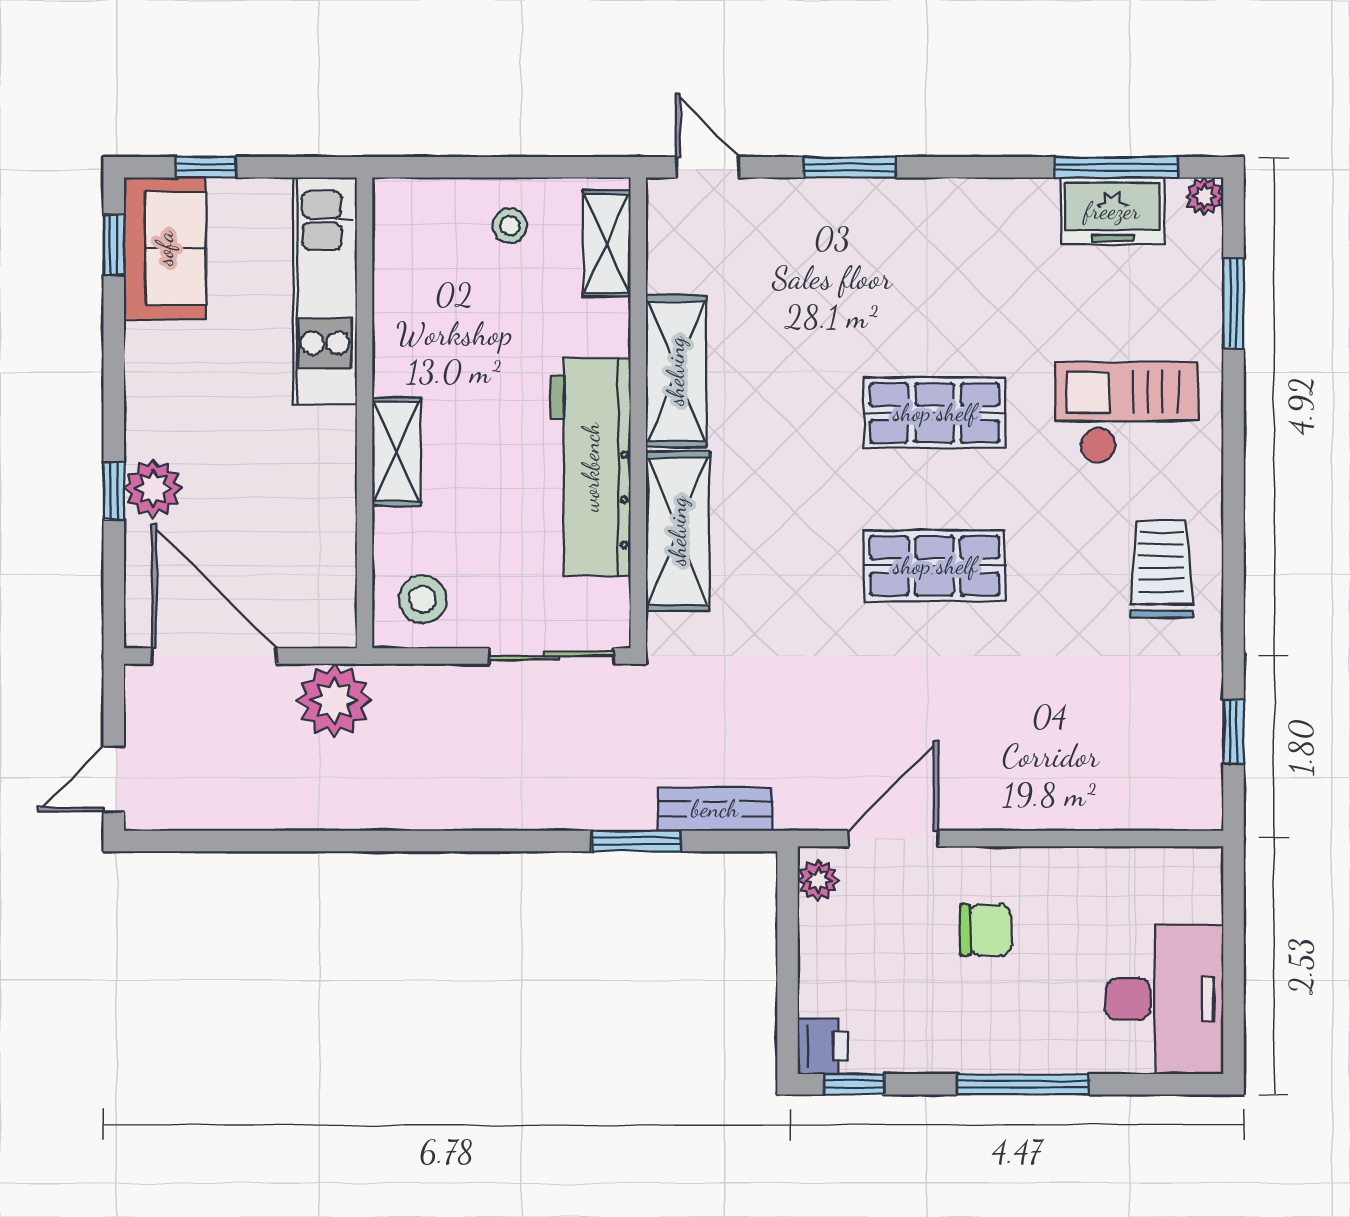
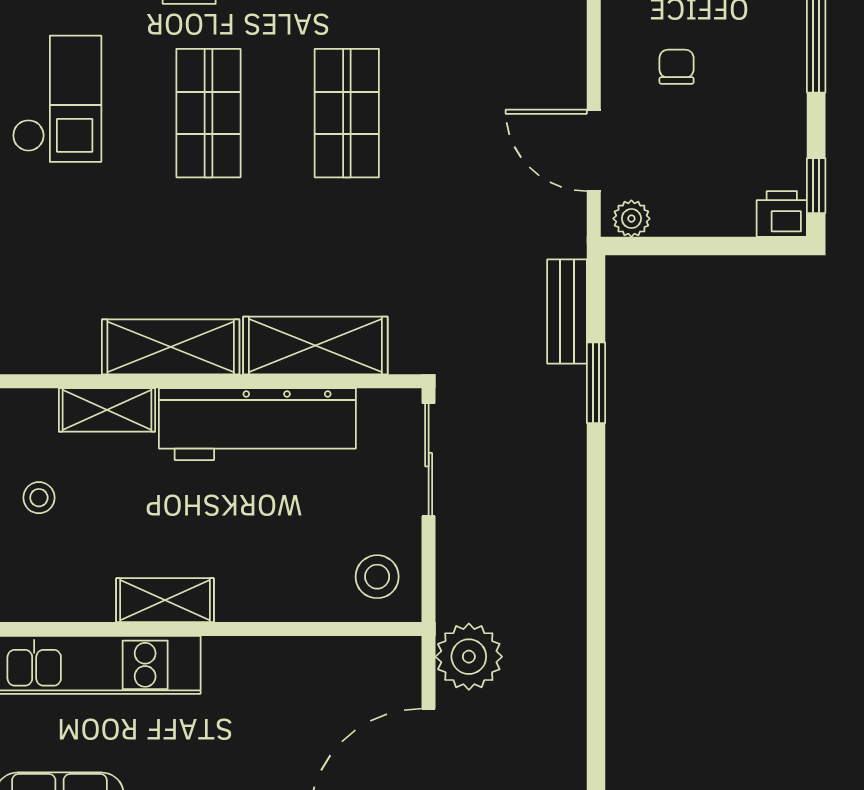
shelving: (607, 243) -> (107, 410), moved
checkout: (950, 246) -> (57, 99), added
shelving: (396, 452) -> (165, 600), moved
chair: (986, 930) -> (677, 67), width x0.73, depth x0.73

